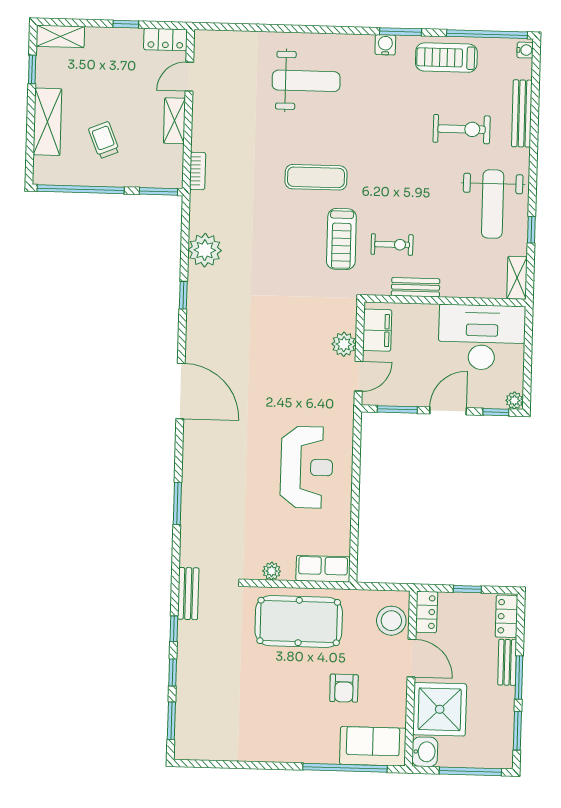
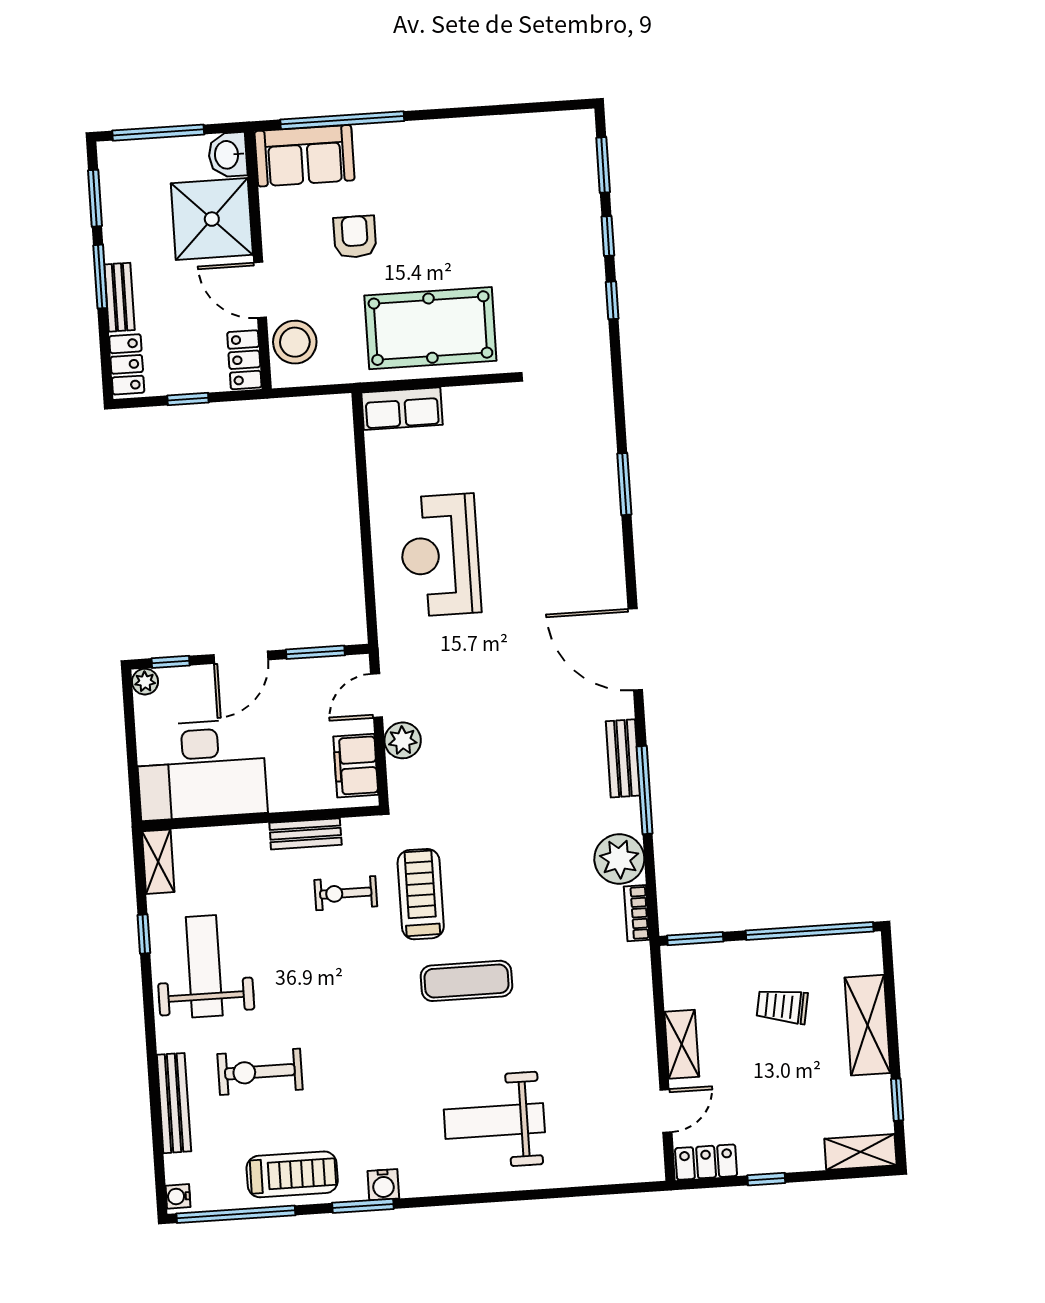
trolley: (104, 140) -> (782, 1006), turned 122
bookcase: (198, 171) -> (637, 913), moved
window: (183, 295) -> (645, 790), width x2.17
plant: (272, 571) -> (477, 398), removed
bench: (188, 594) -> (623, 758), moved

